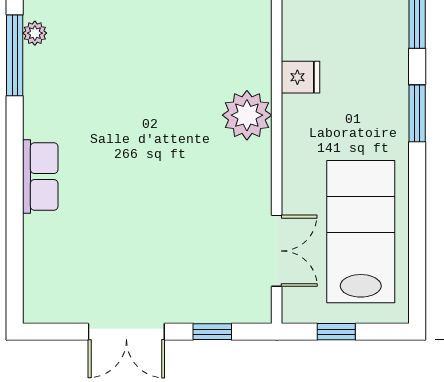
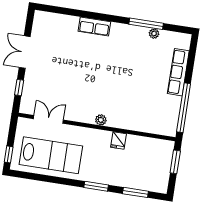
plant: (247, 115) -> (101, 120), width x0.53, depth x0.53
double door: (277, 251) -> (48, 119), swing flipped
window: (336, 332) -> (9, 154), moved

